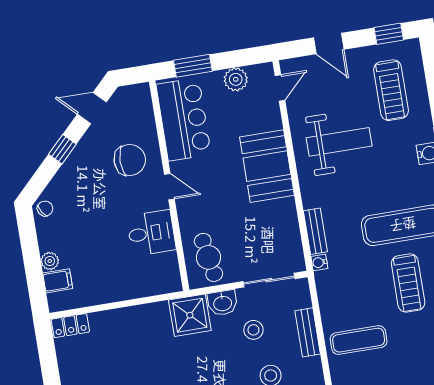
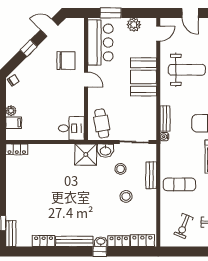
desk: (151, 233) -> (71, 128), moved

